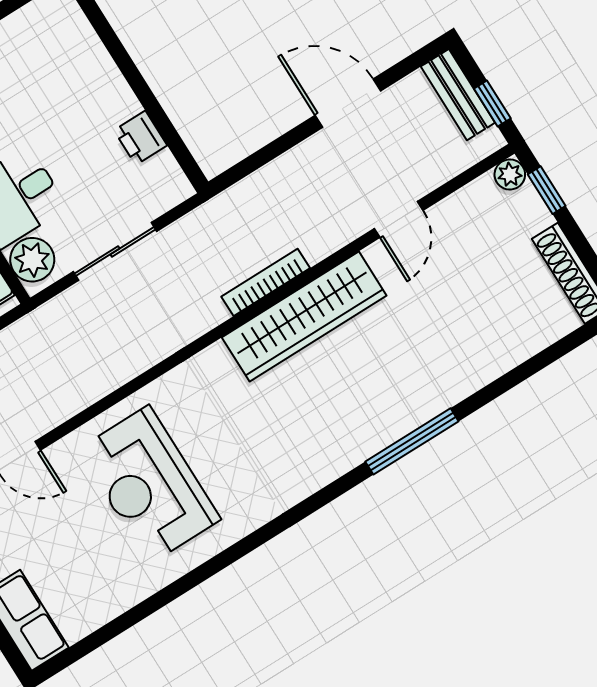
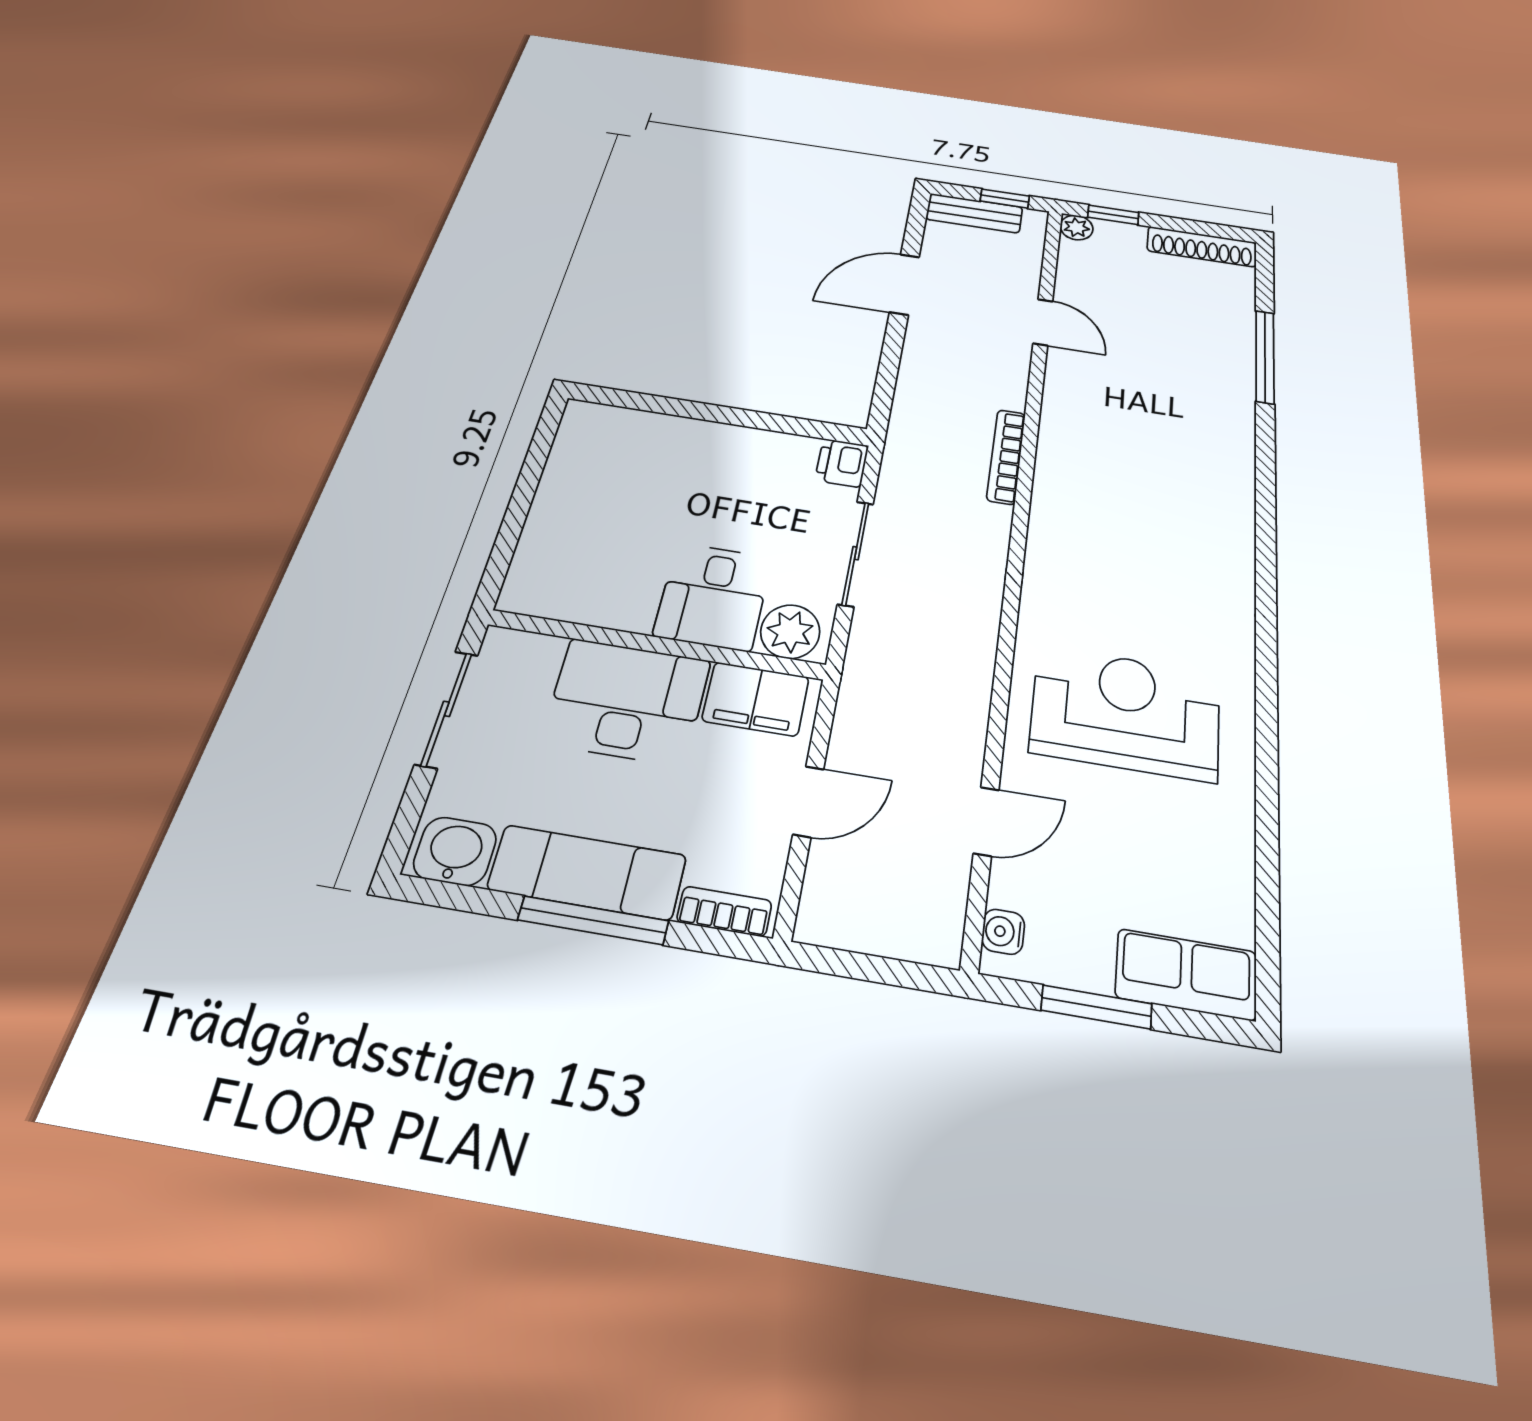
printer: (140, 138) -> (842, 463), moved, turned 90
wardrobe: (304, 316) -> (1067, 451), removed
window: (412, 441) -> (1265, 357), moved
reception desk: (149, 485) -> (1126, 712), turned 180

